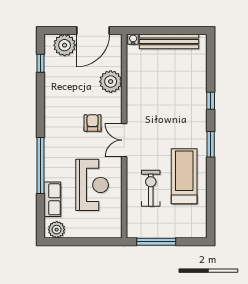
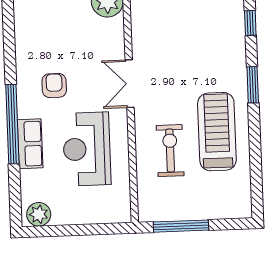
armchair: (93, 123) -> (54, 86), moved
reception desk: (92, 185) -> (87, 149), turned 180
row of seats: (52, 199) -> (30, 144), moved

